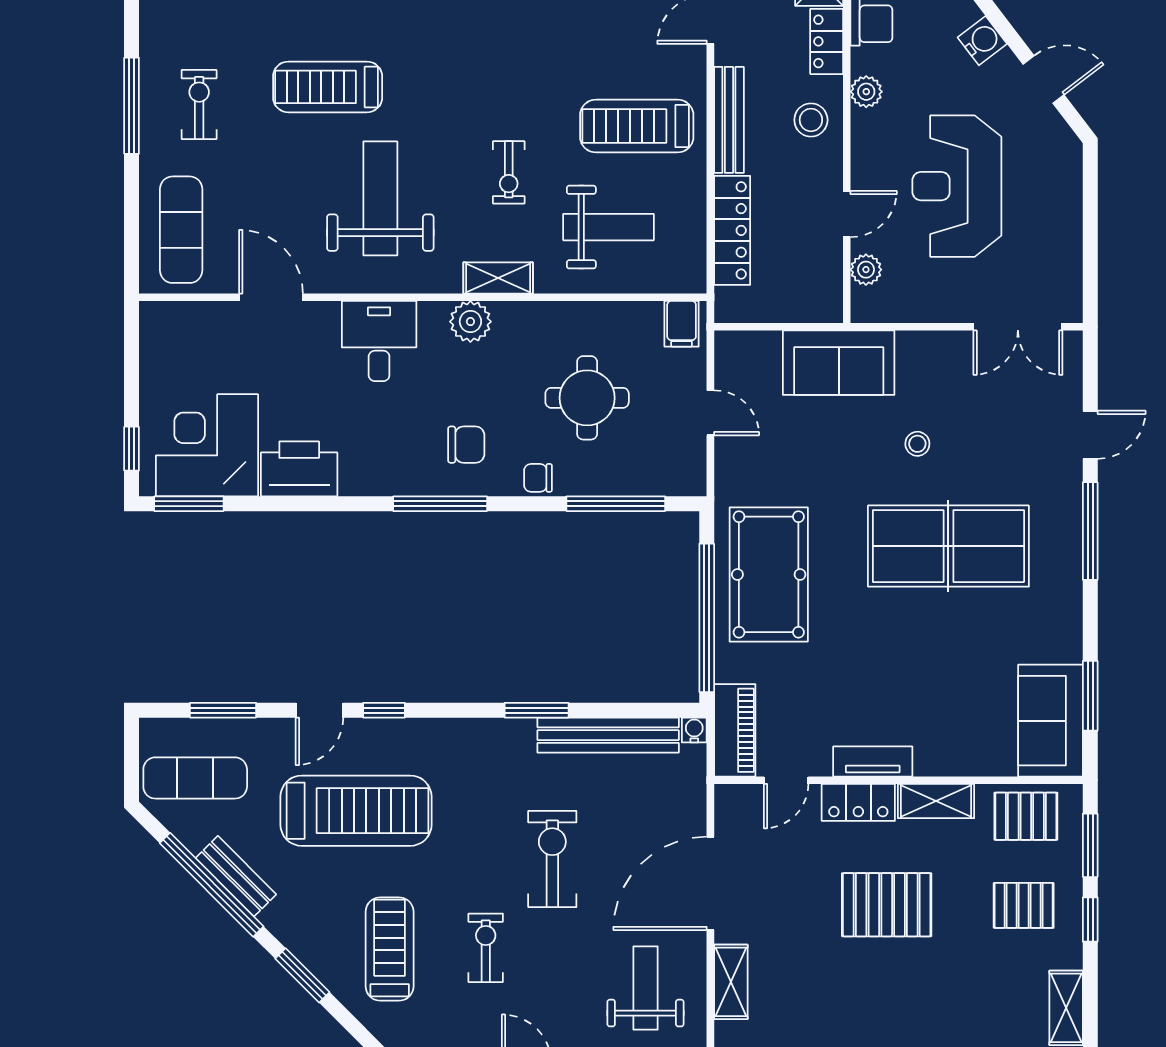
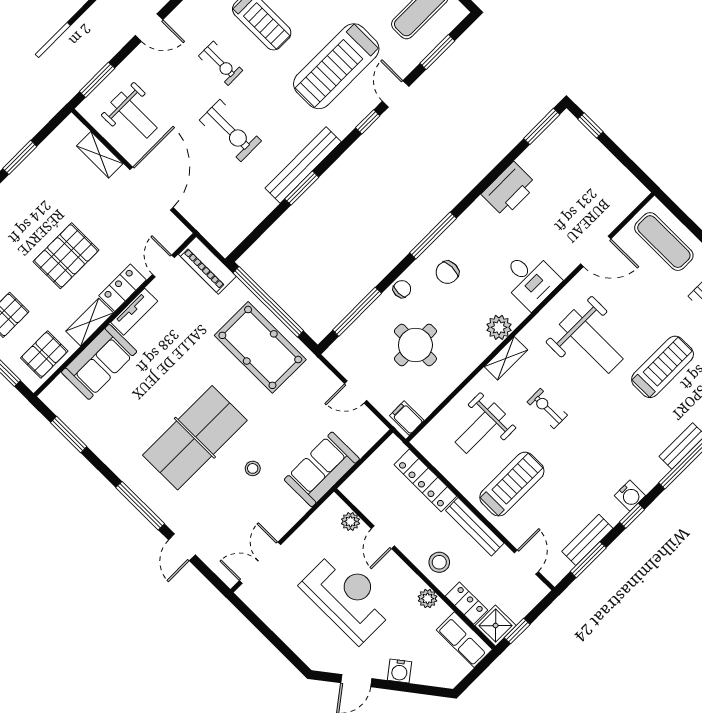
corner desk: (207, 445) -> (559, 160), removed
sofa: (1050, 721) -> (99, 362), moved, turned 90
water cooler: (694, 730) -> (225, 248), removed
bench: (608, 735) -> (303, 165), moved

